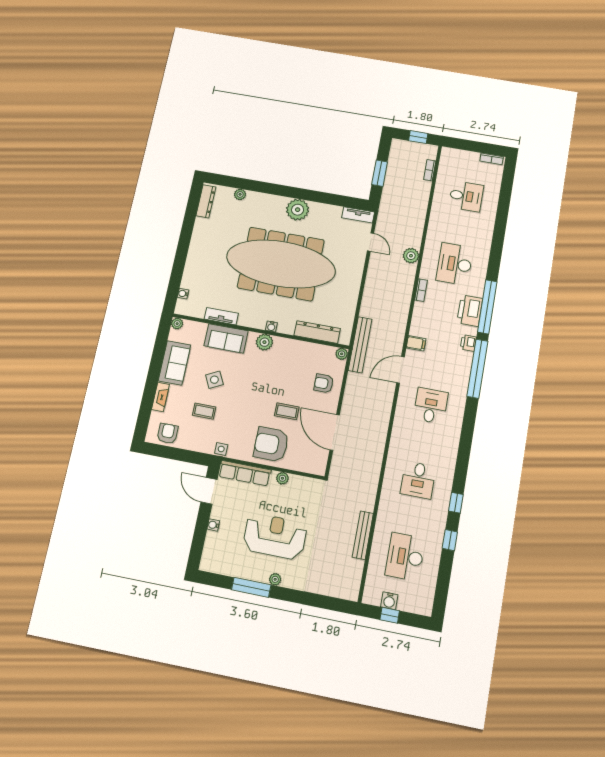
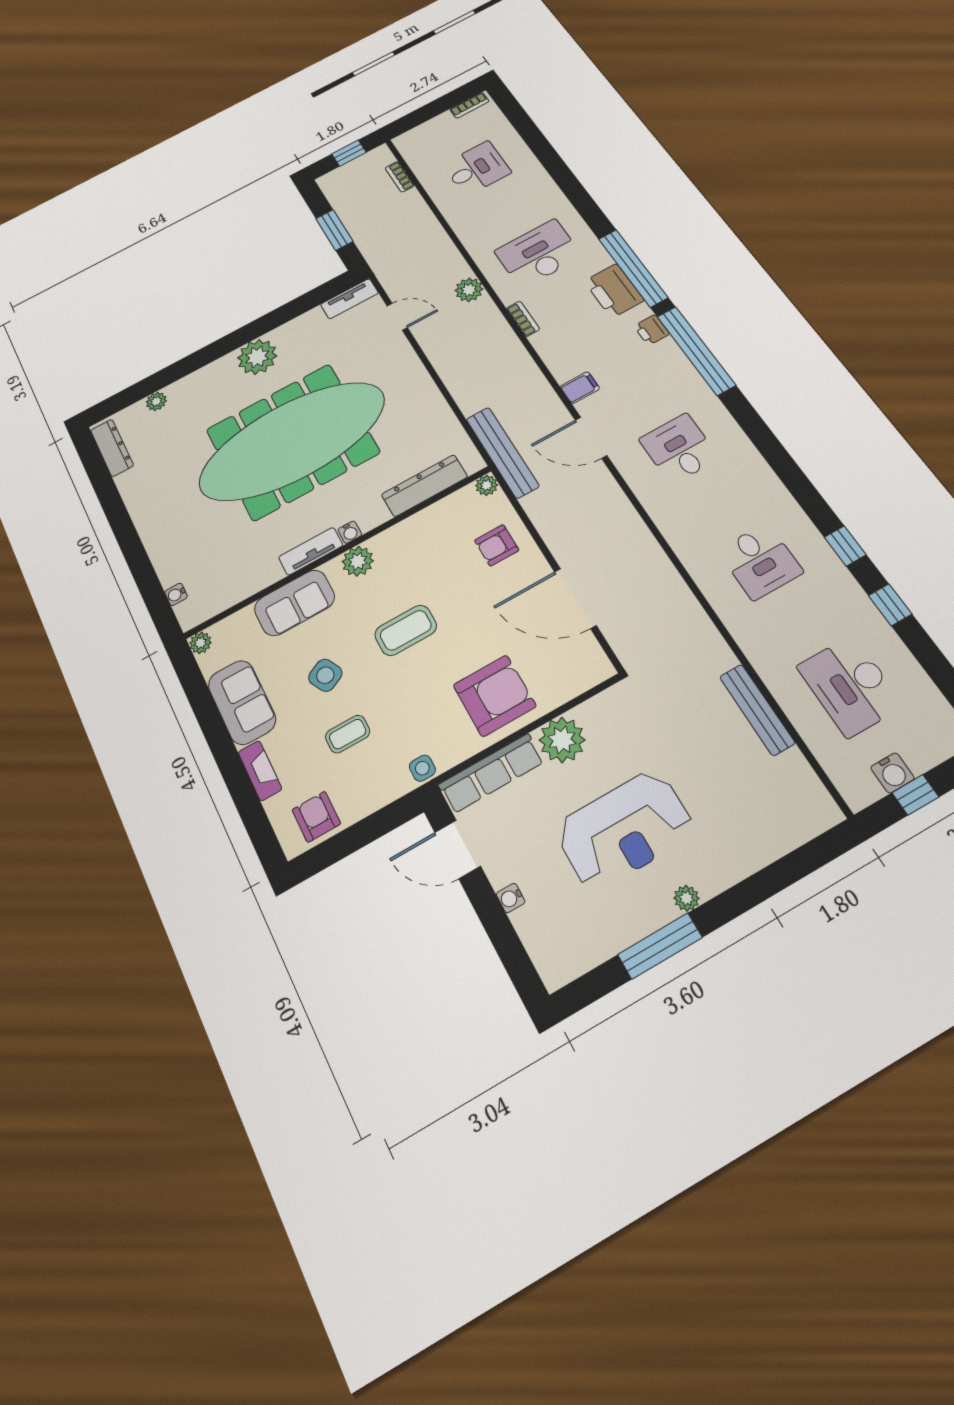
desk: (455, 264) -> (538, 254), turned 90
tv unit: (221, 316) -> (311, 551), moved
door: (401, 370) -> (591, 438), hinge flipped
coffee table: (287, 411) -> (406, 630), moved, width x1.36, depth x1.30
armchair: (271, 444) -> (495, 696), turned 180
plant: (282, 478) -> (562, 740), width x1.87, depth x1.87
reception desk: (275, 536) -> (624, 830), turned 180

